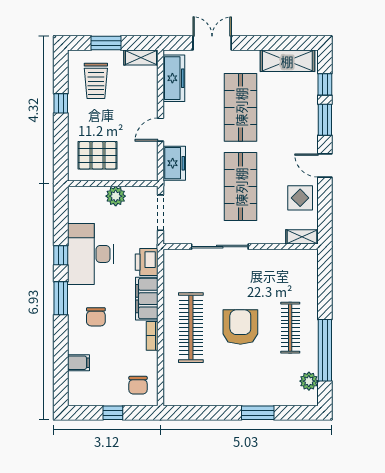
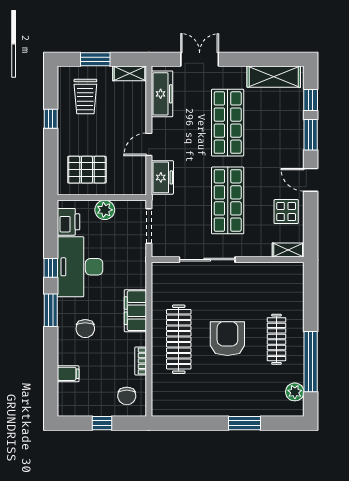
printer: (147, 262) -> (69, 222), moved, turned 180
bookcase: (152, 336) -> (141, 361), moved

